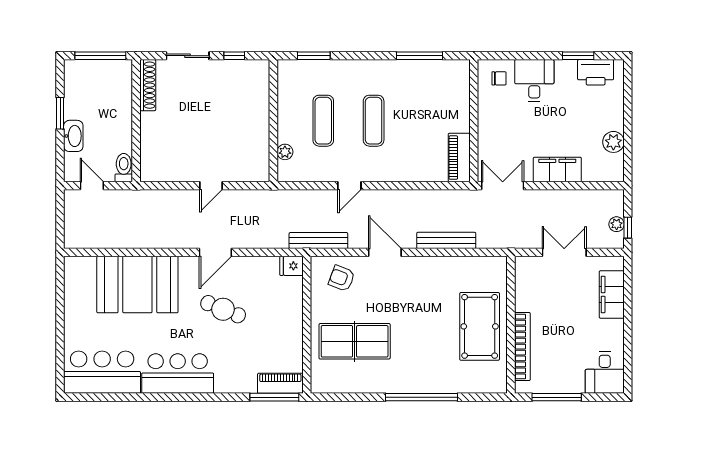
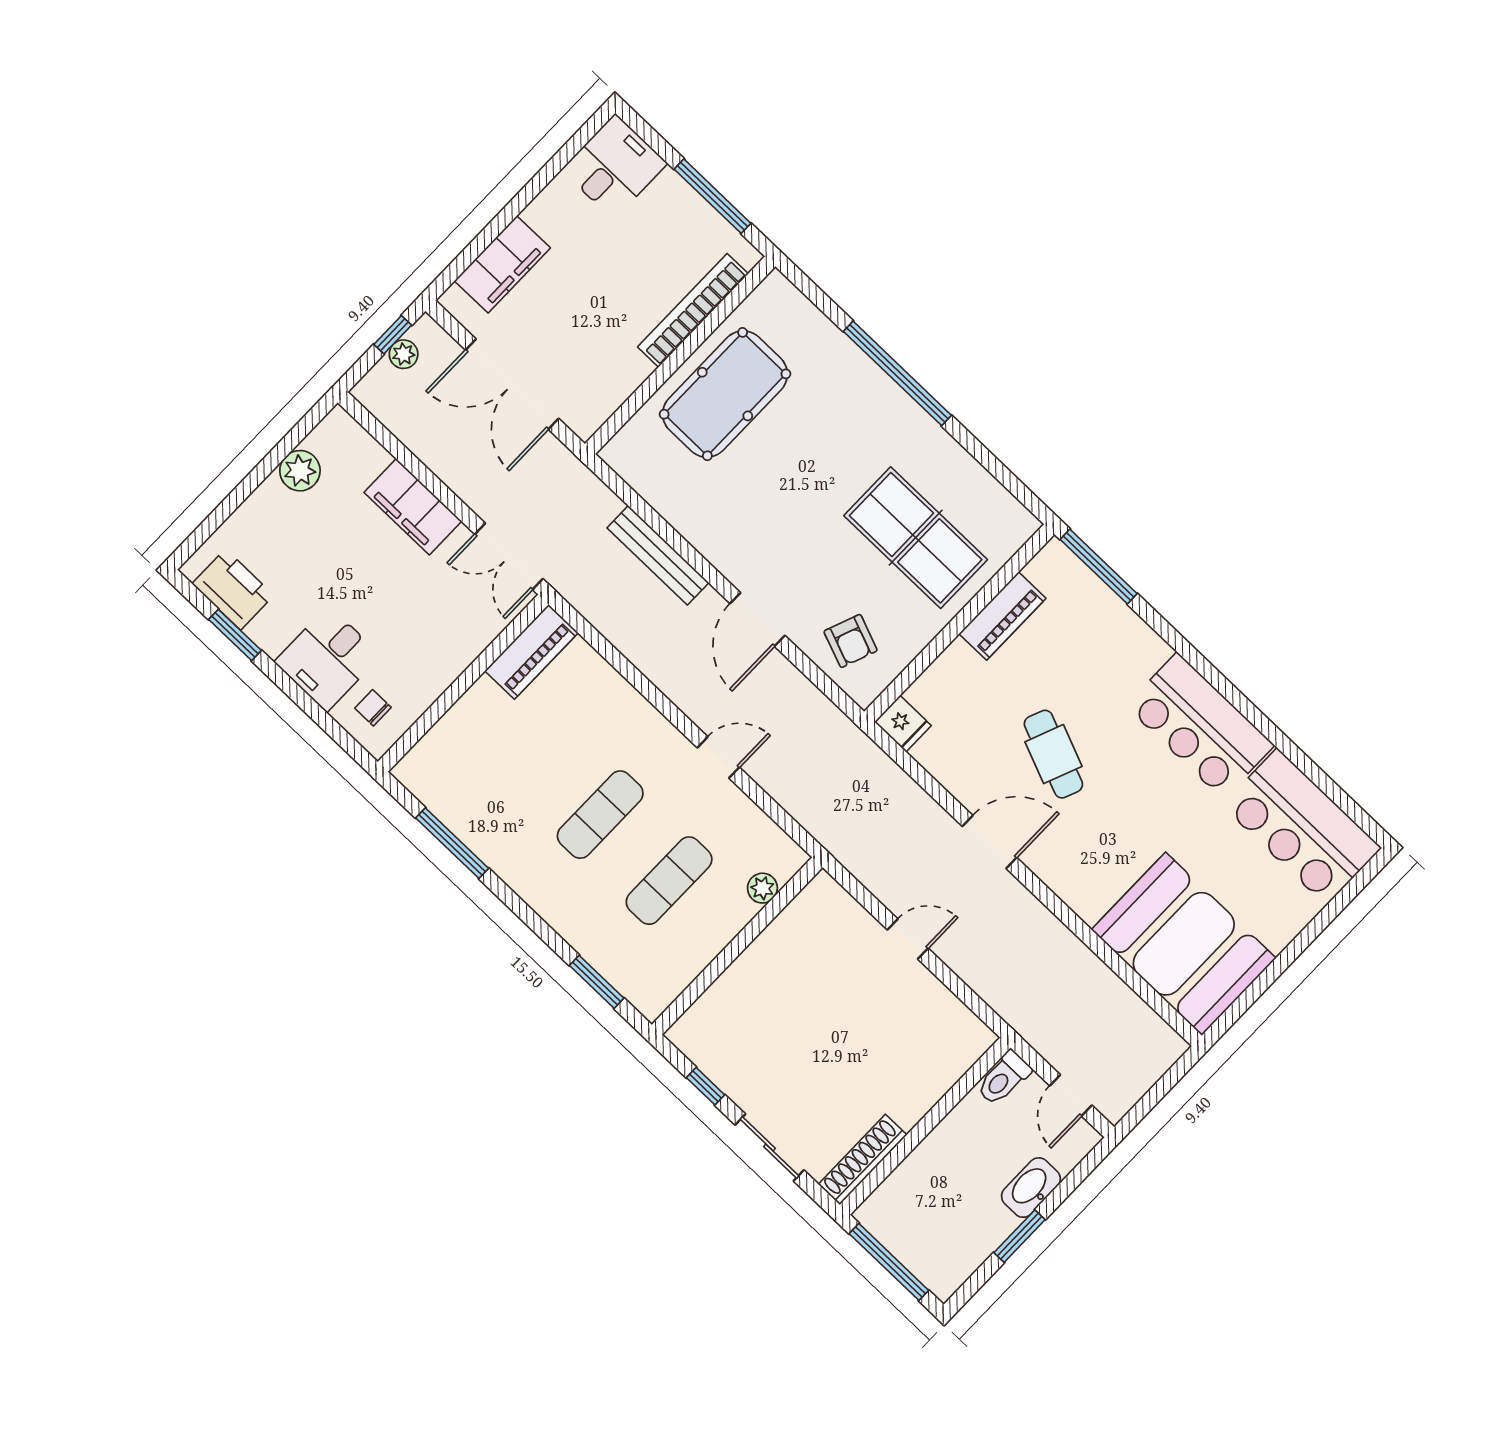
bench: (318, 241) -> (833, 723), removed
double door: (564, 252) -> (512, 384), width x1.37
booth: (137, 285) -> (1184, 944), moved
piano: (280, 383) -> (1002, 616), moved, turned -90

